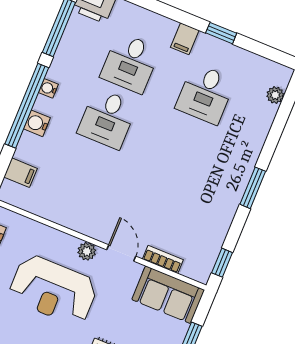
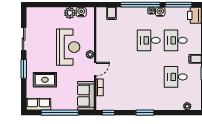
water cooler: (37, 123) -> (160, 12), moved
reception desk: (53, 290) -> (68, 47), turned 180

